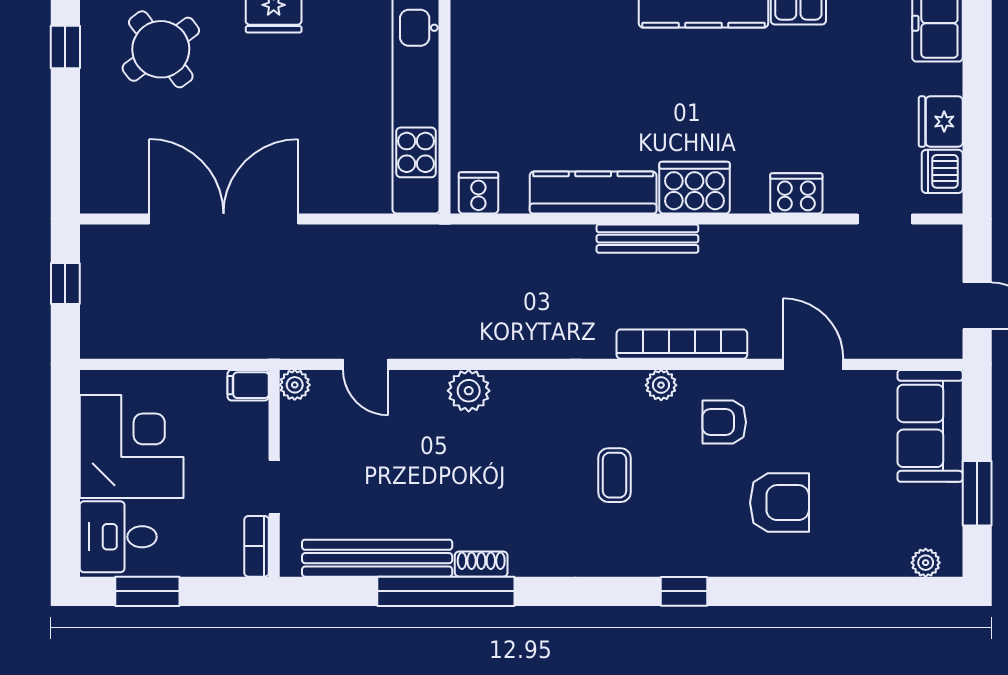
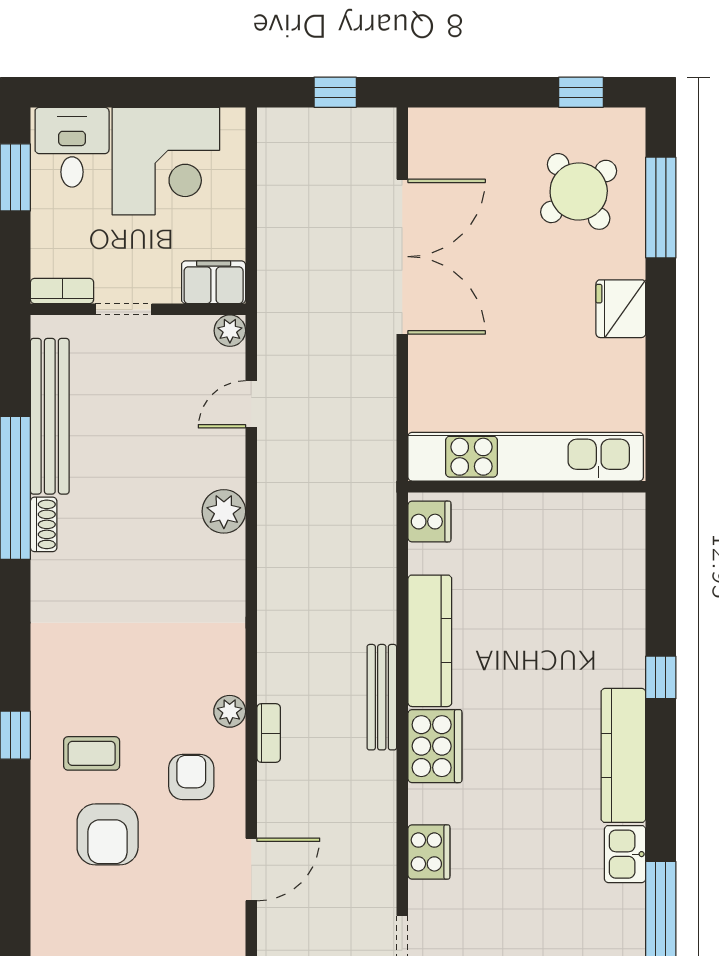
bookcase: (682, 344) -> (269, 733), width x0.43, depth x0.76
filing cabinet: (248, 385) -> (214, 282), width x2.00
coffee table: (615, 475) -> (92, 753), moved

